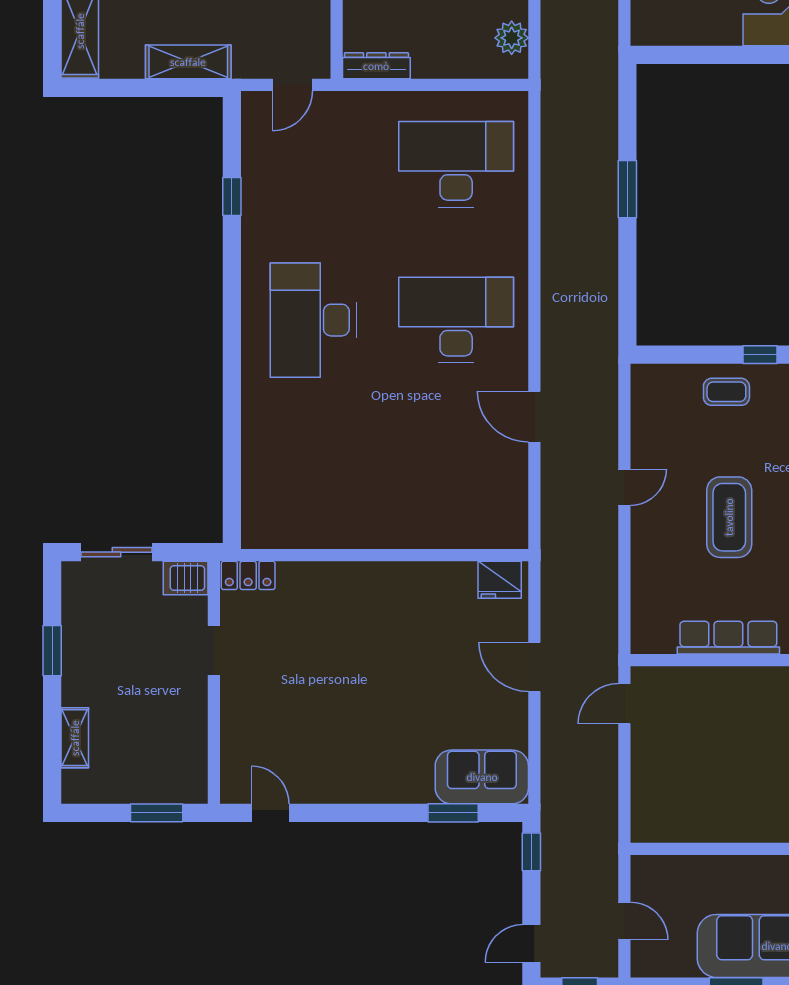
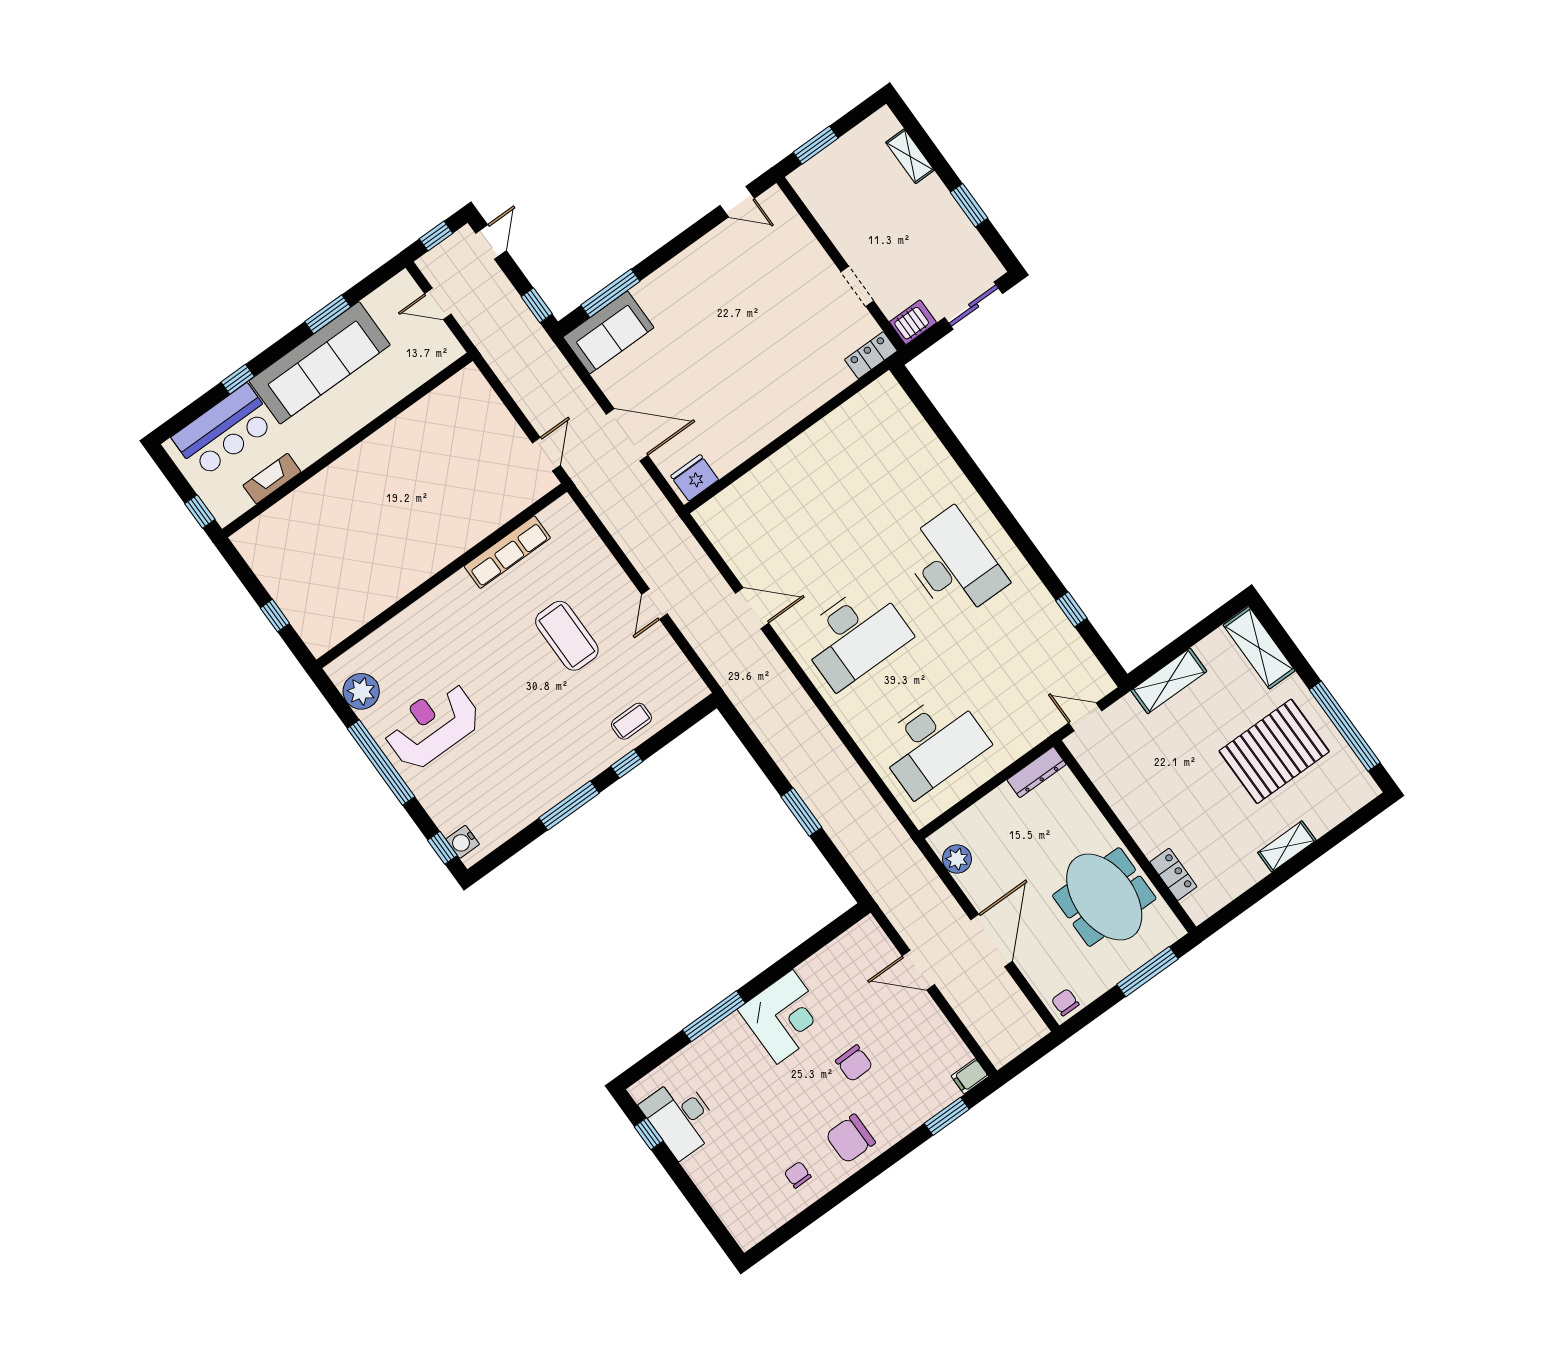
door: (292, 85) -> (1085, 717), hinge flipped
door: (534, 667) -> (627, 435), width x1.36
window: (453, 813) -> (610, 293), width x1.44

